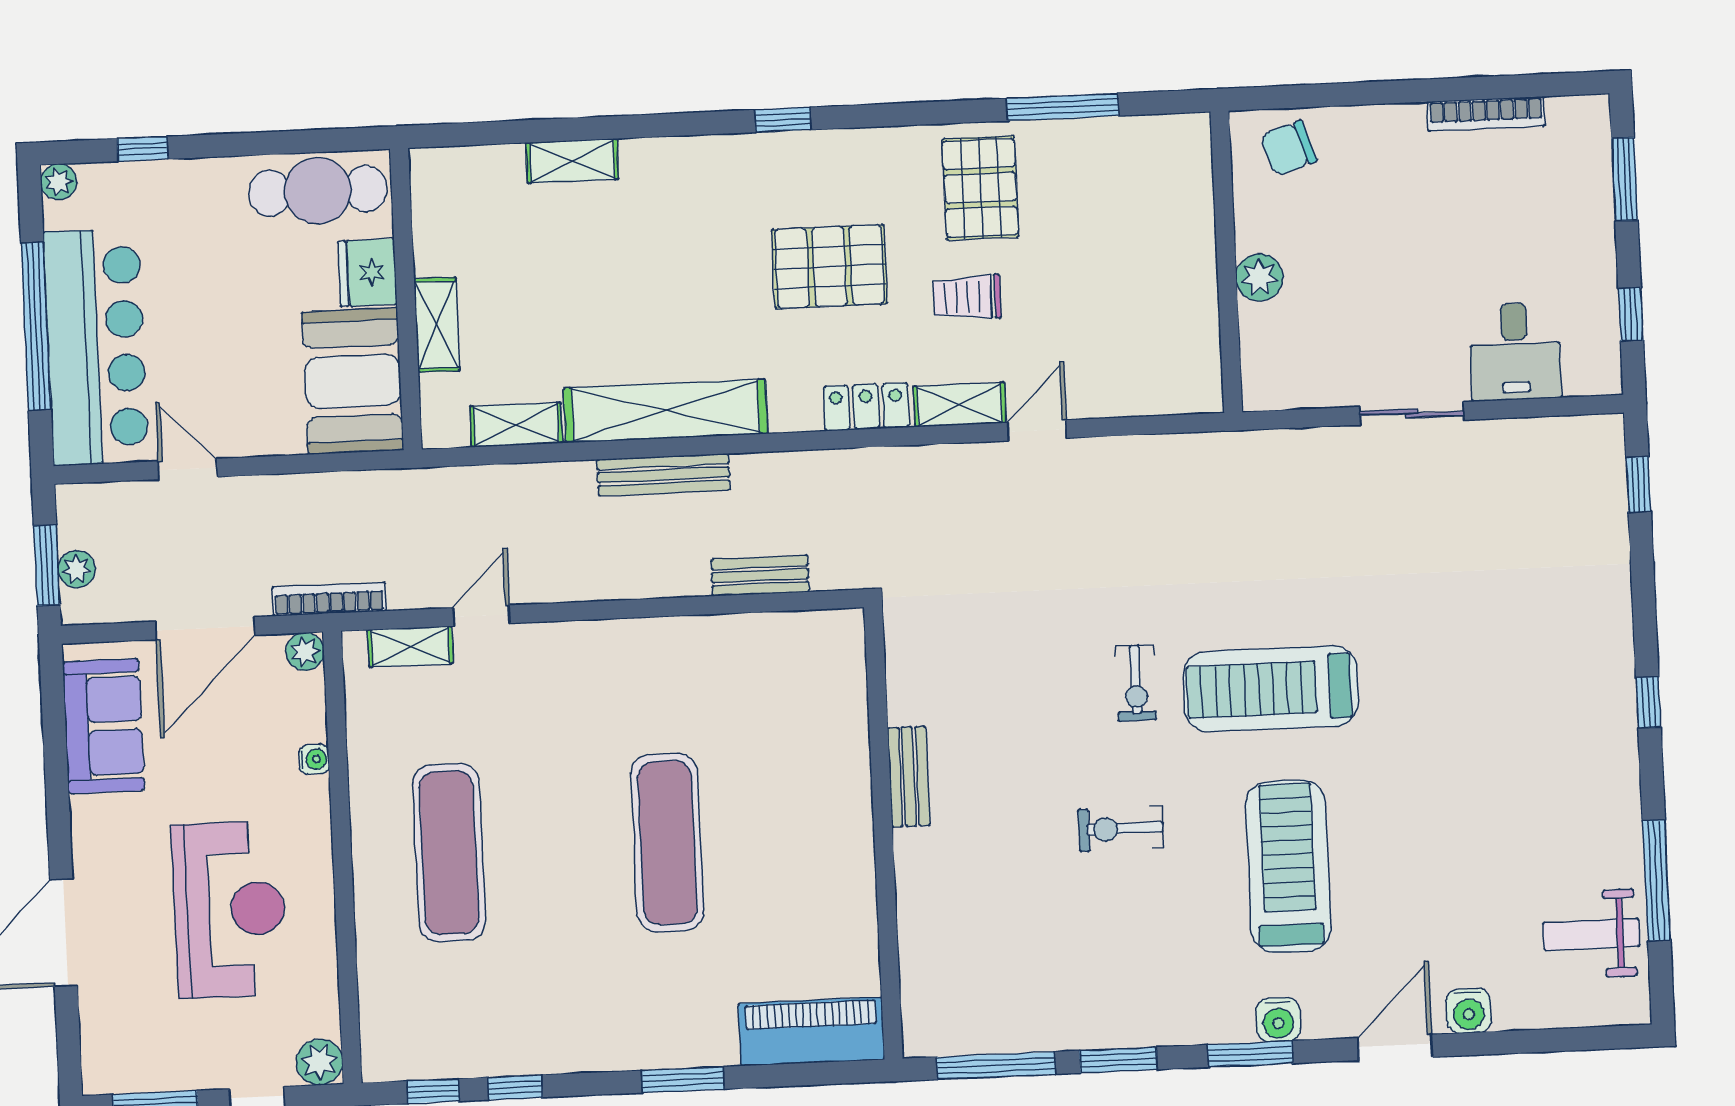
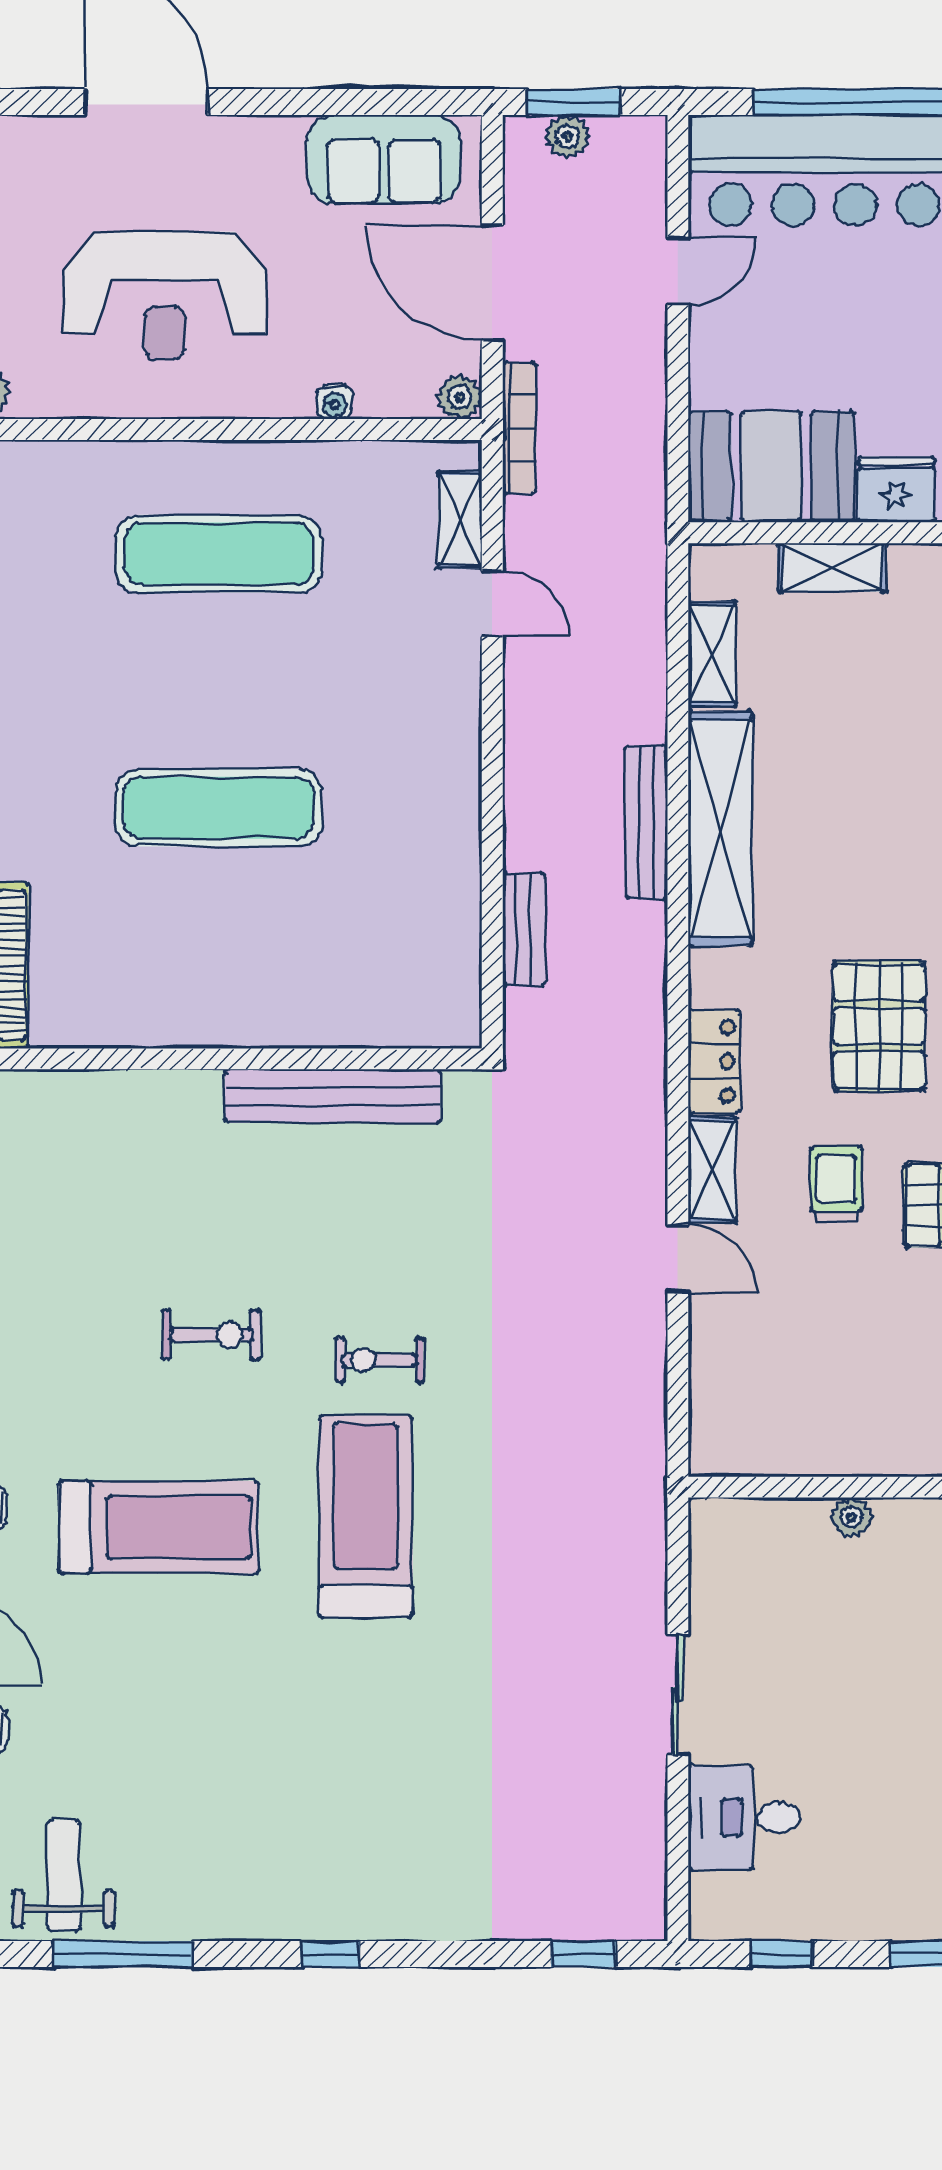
plant: (1259, 277) -> (851, 1517), width x0.73, depth x0.73
bench: (909, 777) -> (333, 1096), width x1.86, depth x1.21
exercise bike: (1121, 829) -> (211, 1335), turned 90

